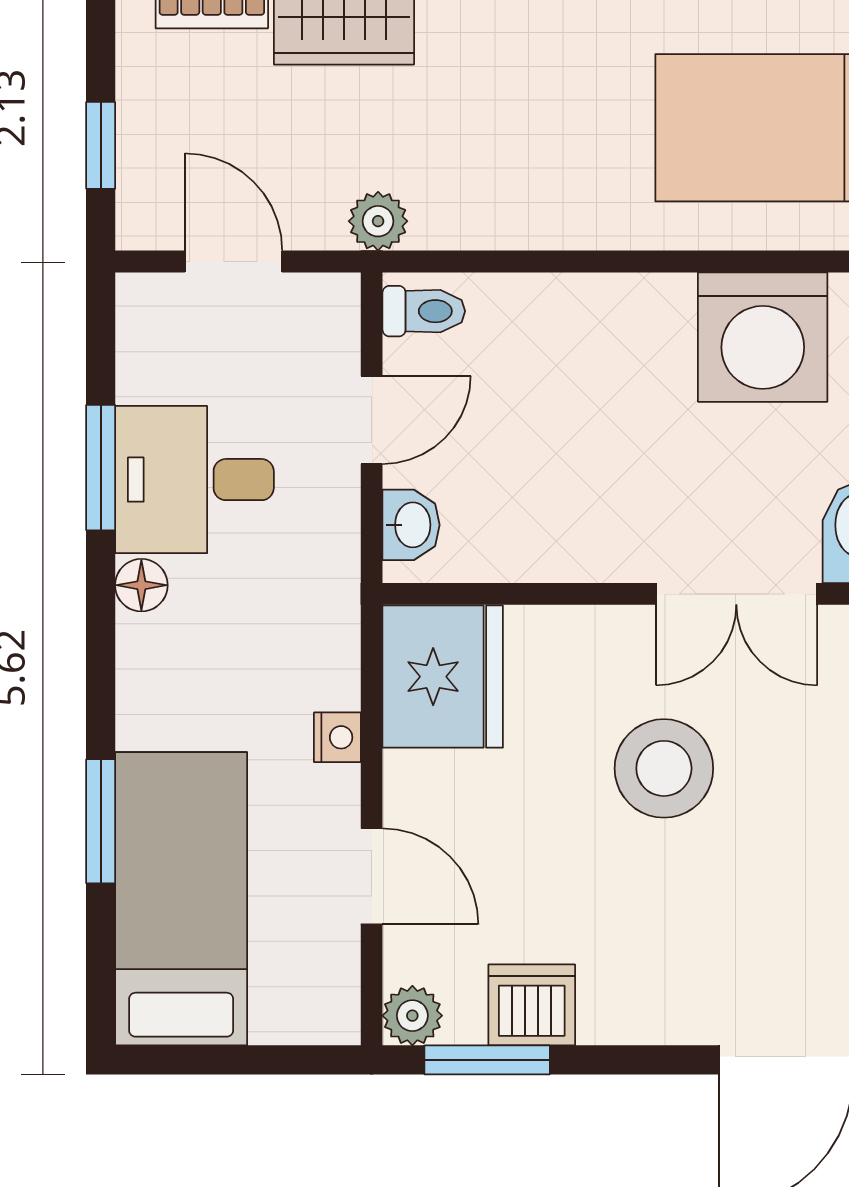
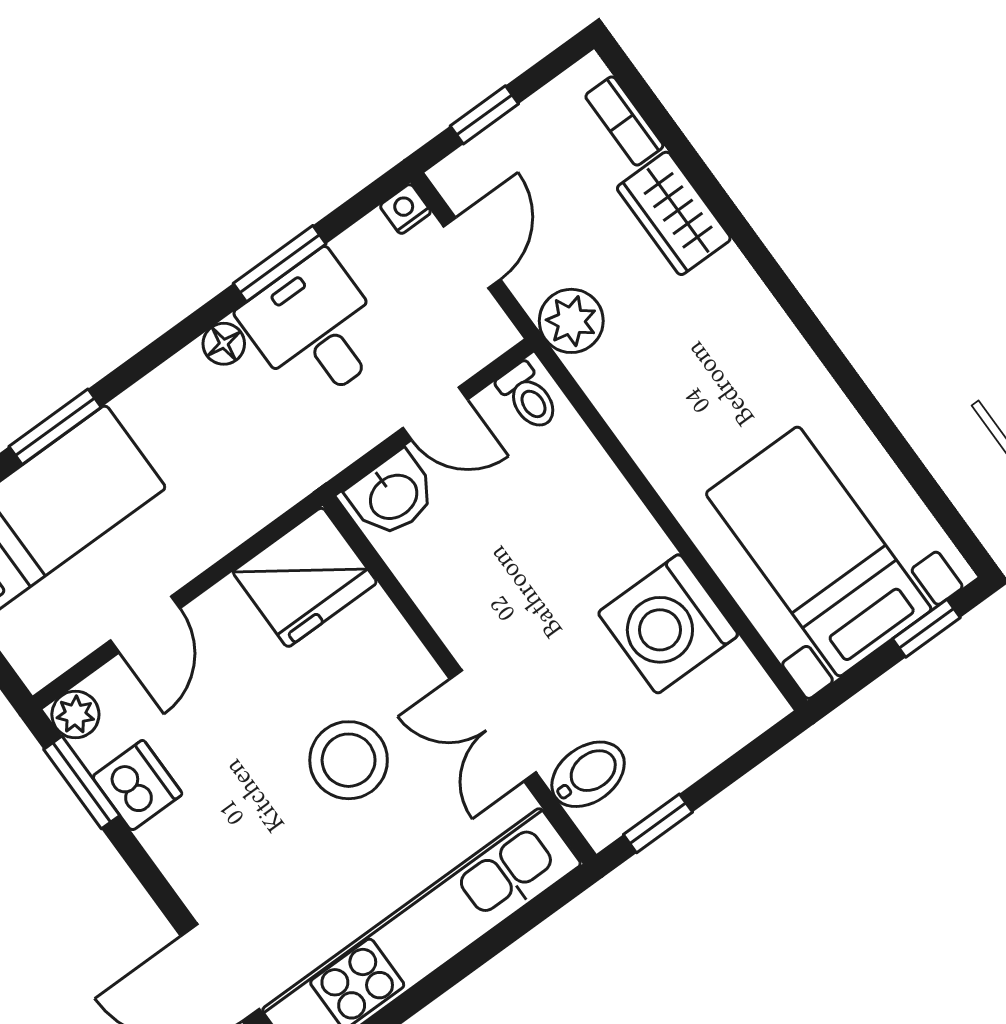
plant: (378, 221) -> (571, 321), width x1.38, depth x1.38
washbasin: (411, 525) -> (392, 495), width x1.38, depth x1.45
nightstand: (337, 737) -> (405, 209), moved, turned 180

